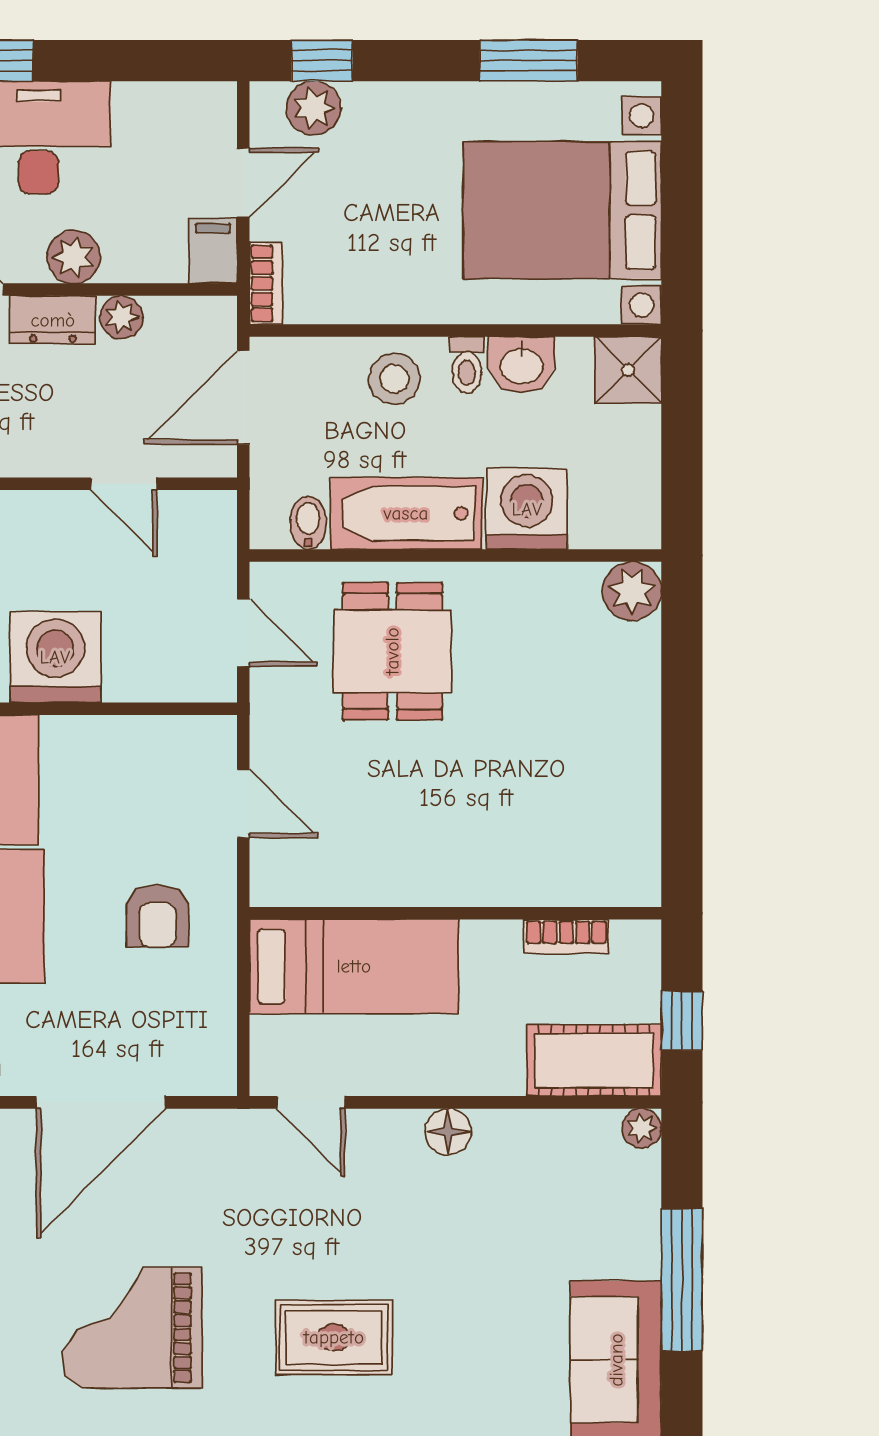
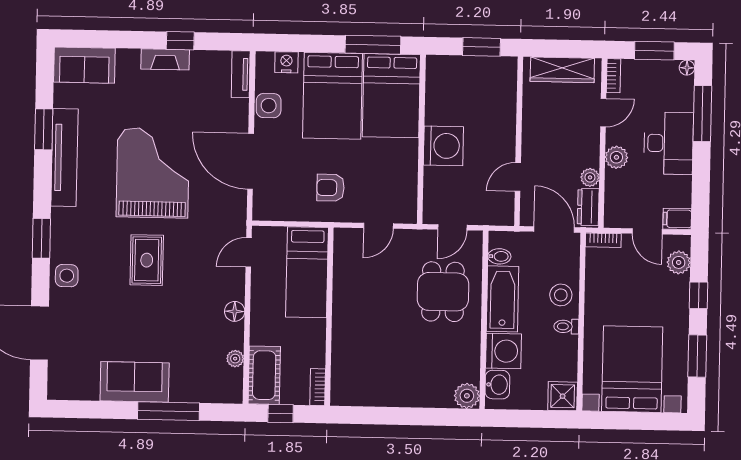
window: (322, 61) -> (699, 295), moved
filing cabinet: (213, 251) -> (677, 219), moved, turned 180
dresser: (53, 320) -> (588, 207), moved
washbasin: (521, 365) -> (497, 385), moved, turned 180
dining table: (392, 651) -> (443, 292), turned 90
bookcase: (566, 936) -> (318, 387), moved
plant: (642, 1128) -> (235, 359), moved
grand piano: (132, 1328) -> (153, 173), width x1.37, depth x1.48

